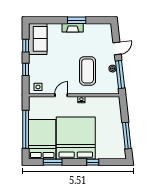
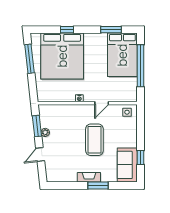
window: (77, 20) -> (98, 185), moved
window: (26, 69) -> (141, 131), removed
coffee table: (88, 71) -> (94, 140), moved
window: (120, 74) -> (37, 126), width x0.69
bed: (76, 138) -> (62, 56), moved

